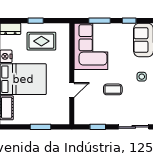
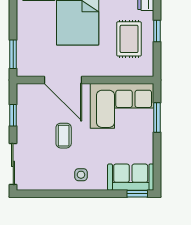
window: (129, 21) -> (157, 158), removed
door: (72, 90) -> (63, 80), width x1.87
window: (41, 127) -> (13, 54), moved

